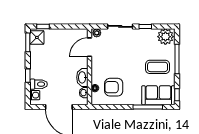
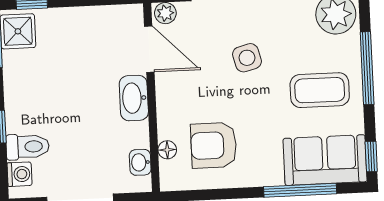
door: (90, 47) -> (149, 49), swing flipped
side table: (129, 52) -> (247, 58), added
washbasin: (82, 77) -> (134, 98), moved

